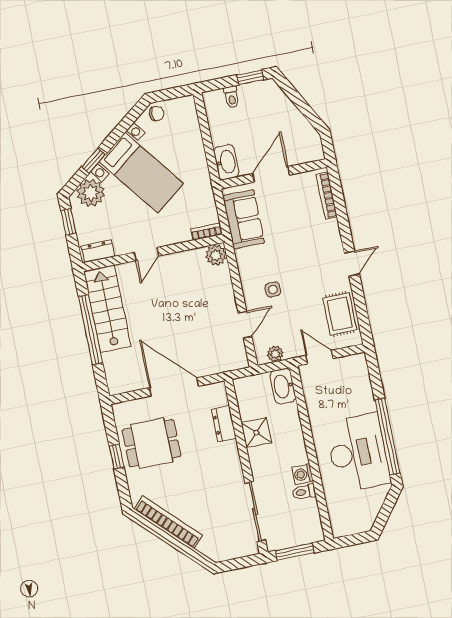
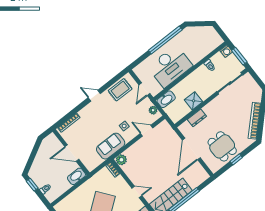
sofa: (244, 219) -> (111, 146), moved
desk: (358, 453) -> (170, 66), moved, turned 180
washing machine: (303, 474) -> (226, 51), moved

